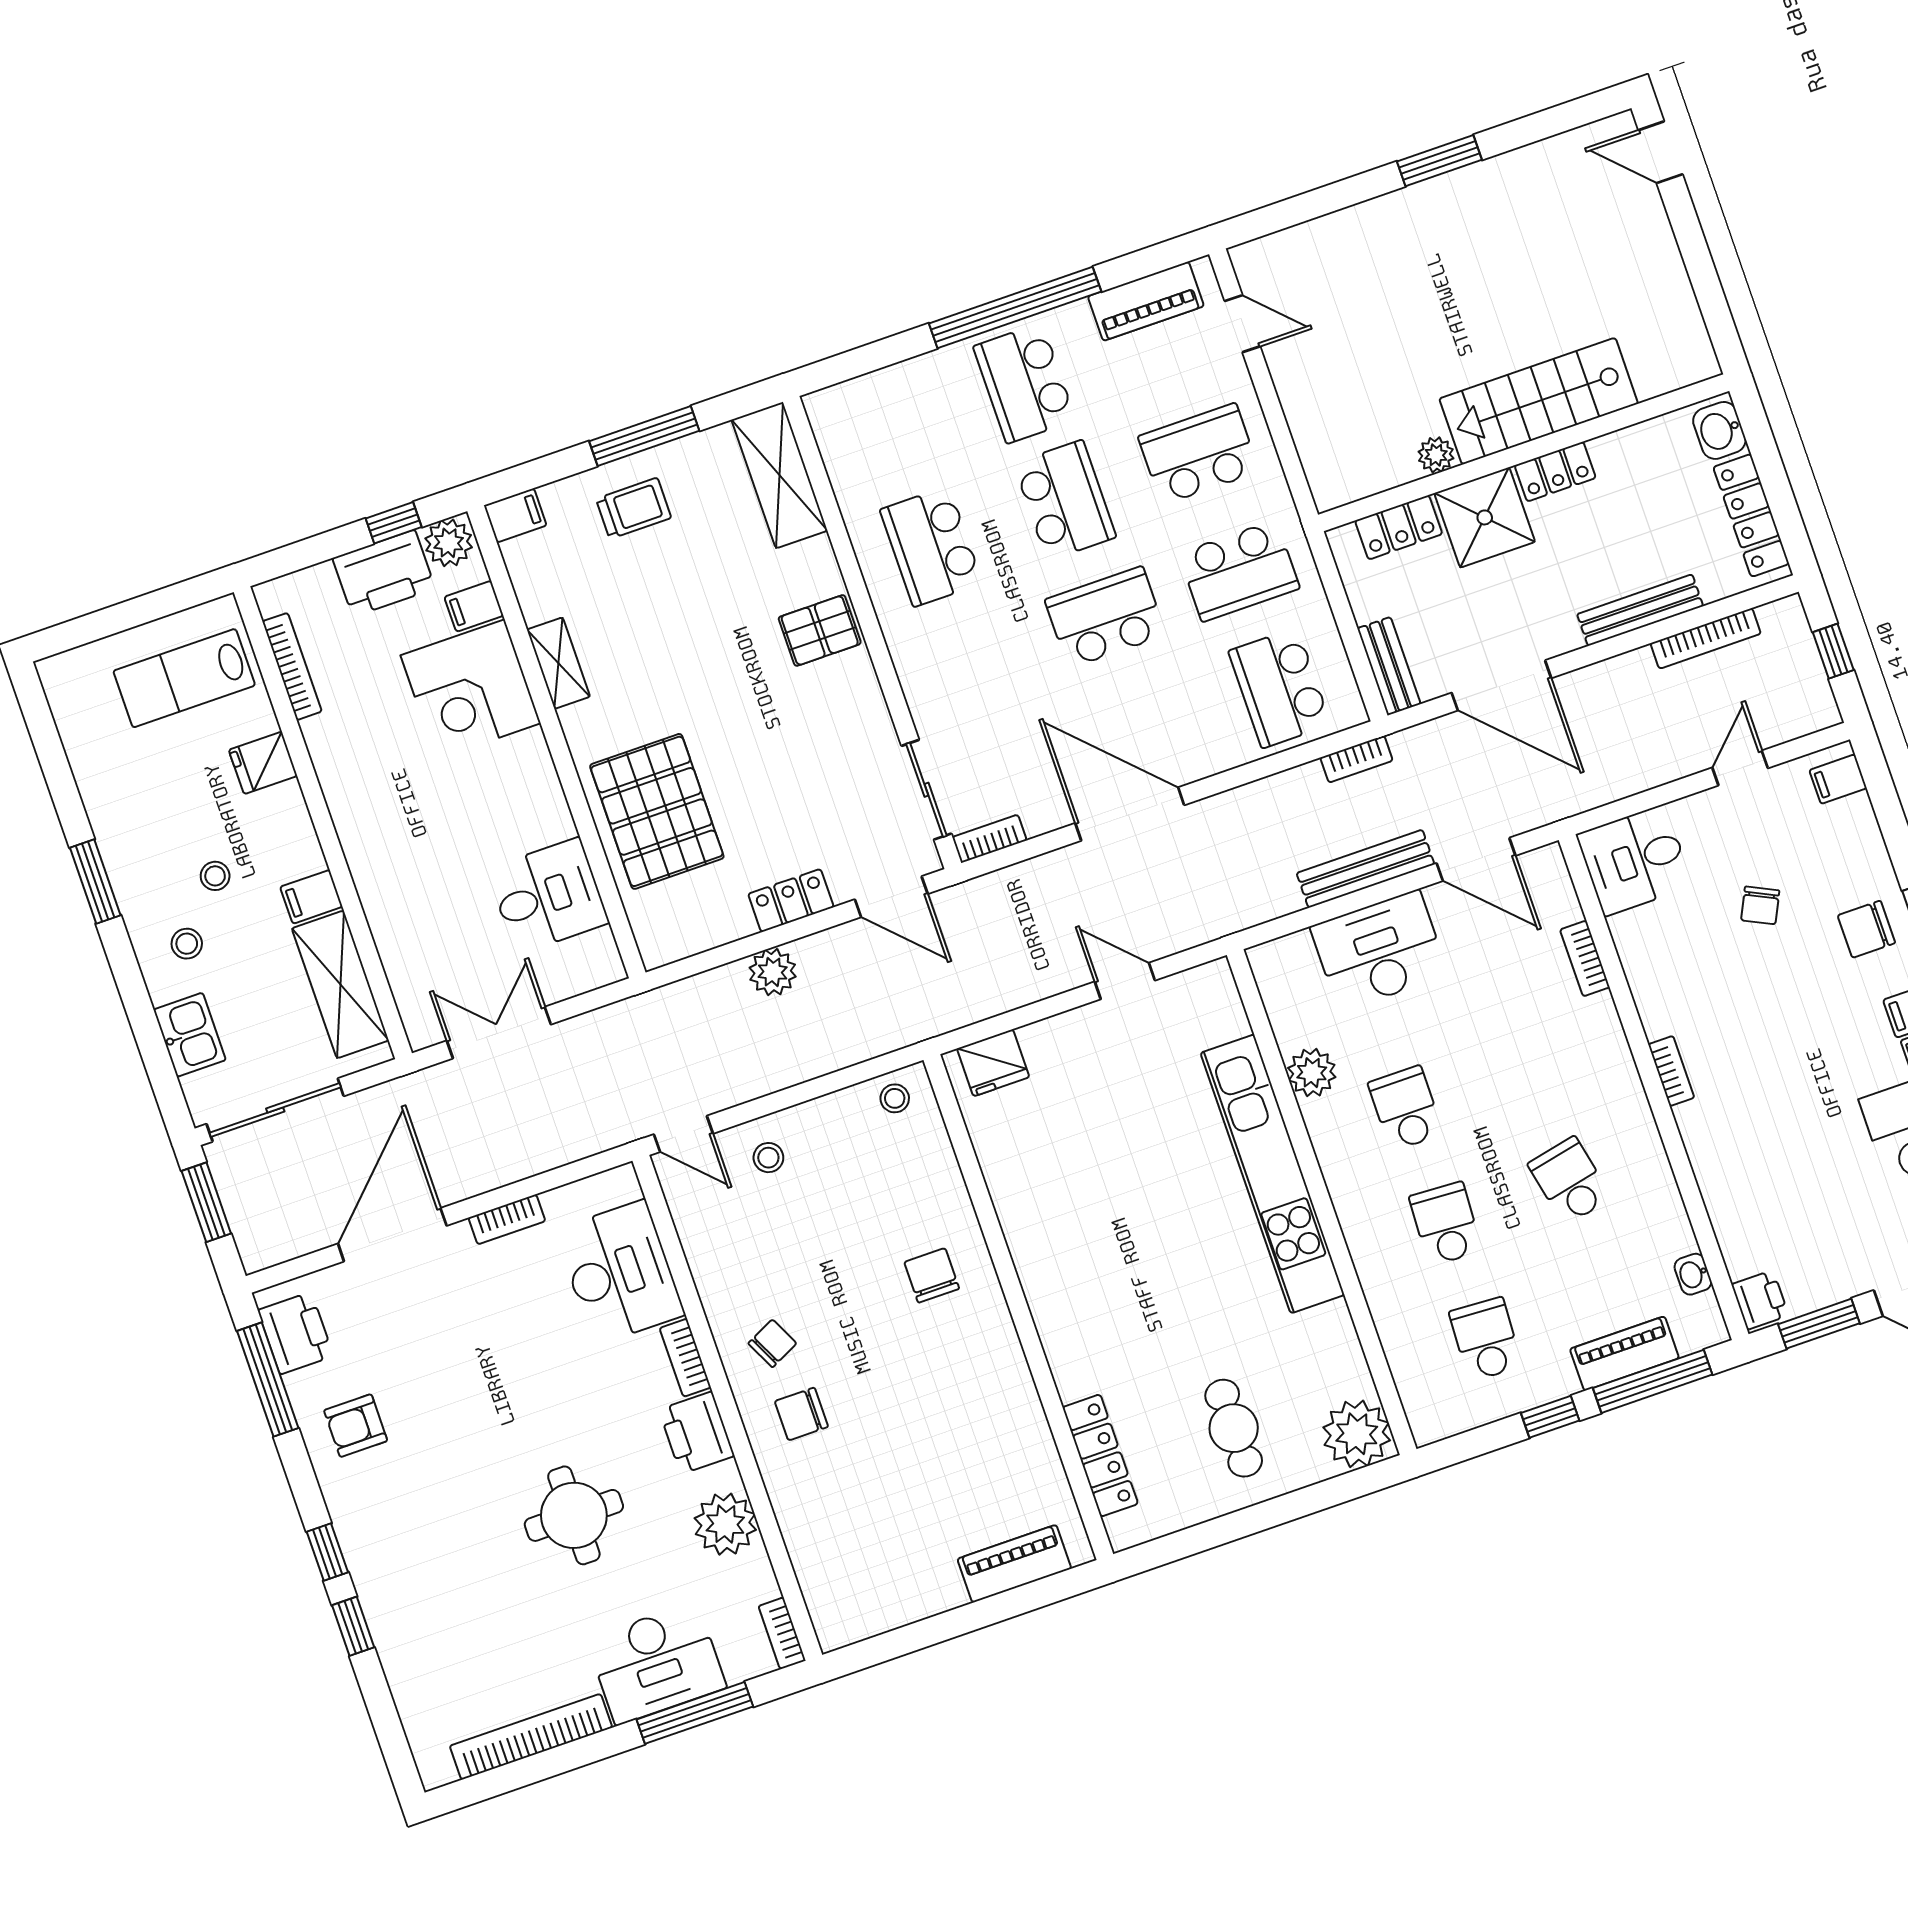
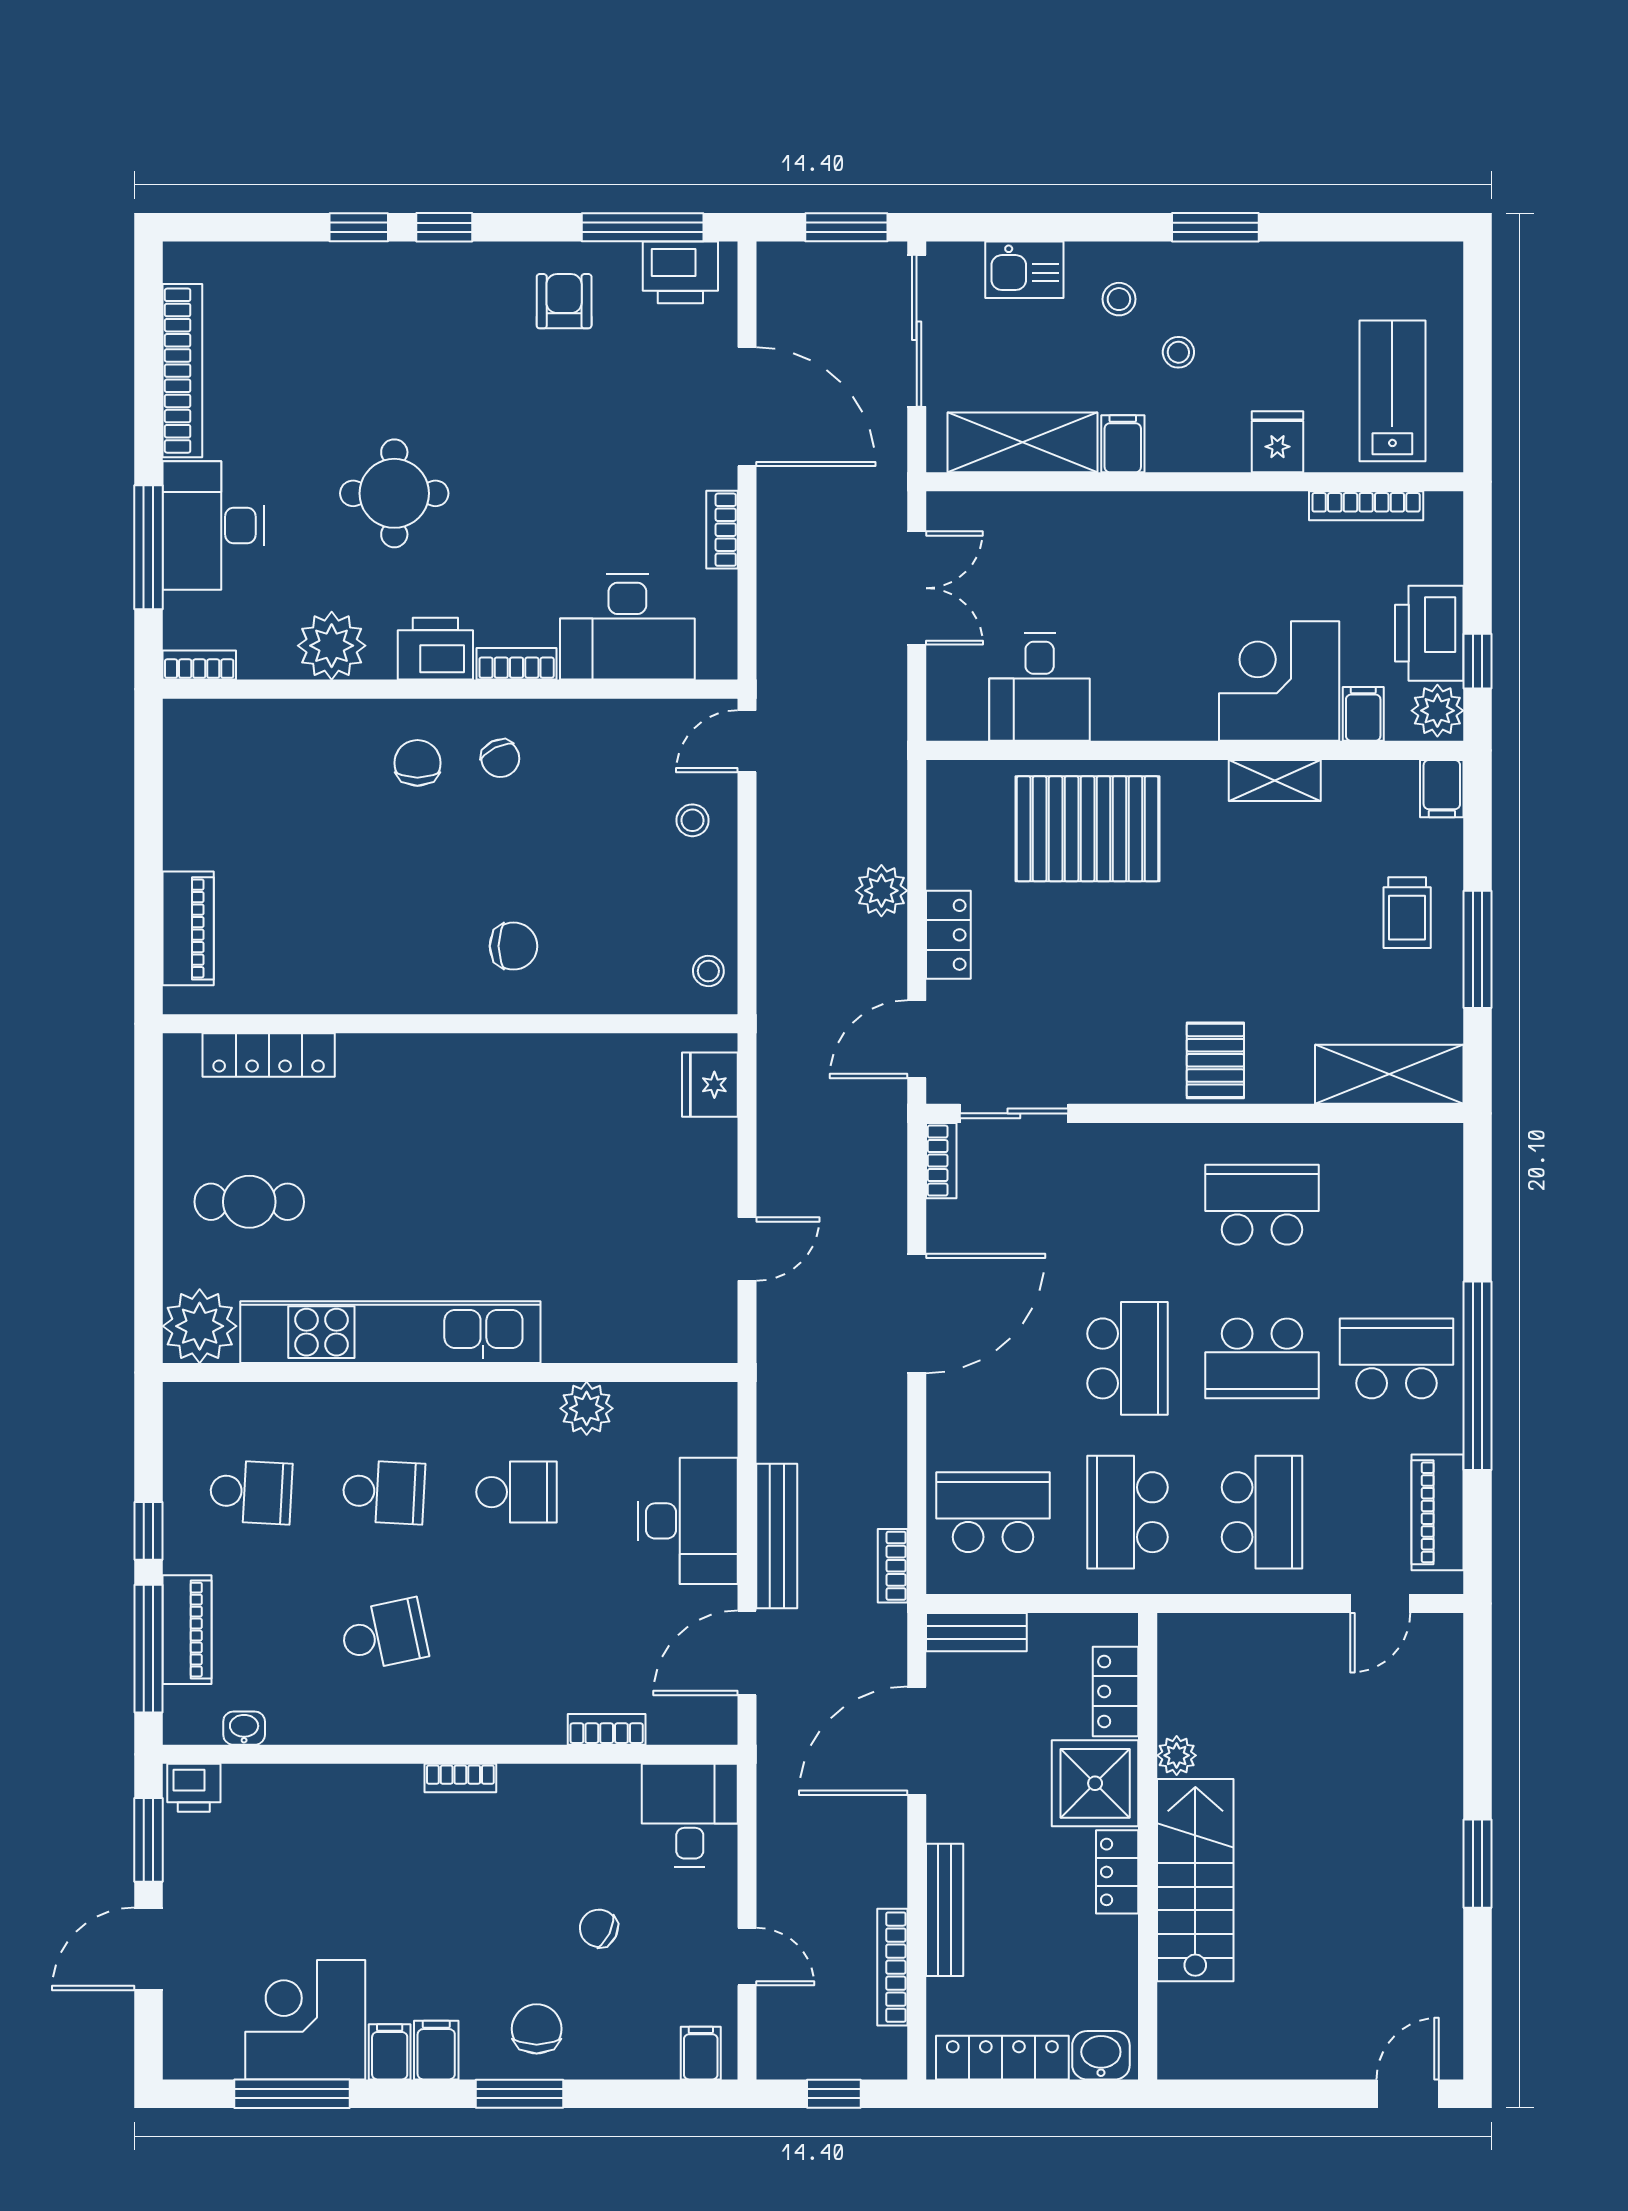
kitchen unit: (1273, 1174) -> (390, 1332), moved

